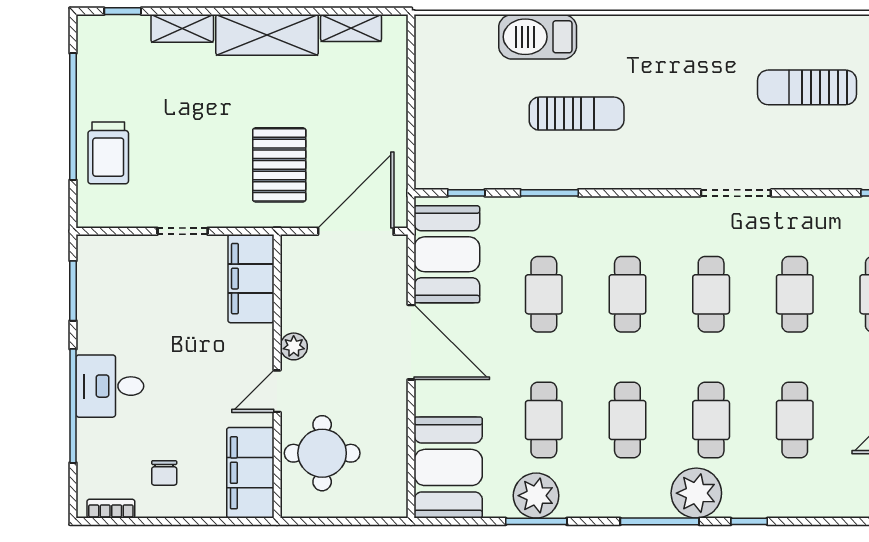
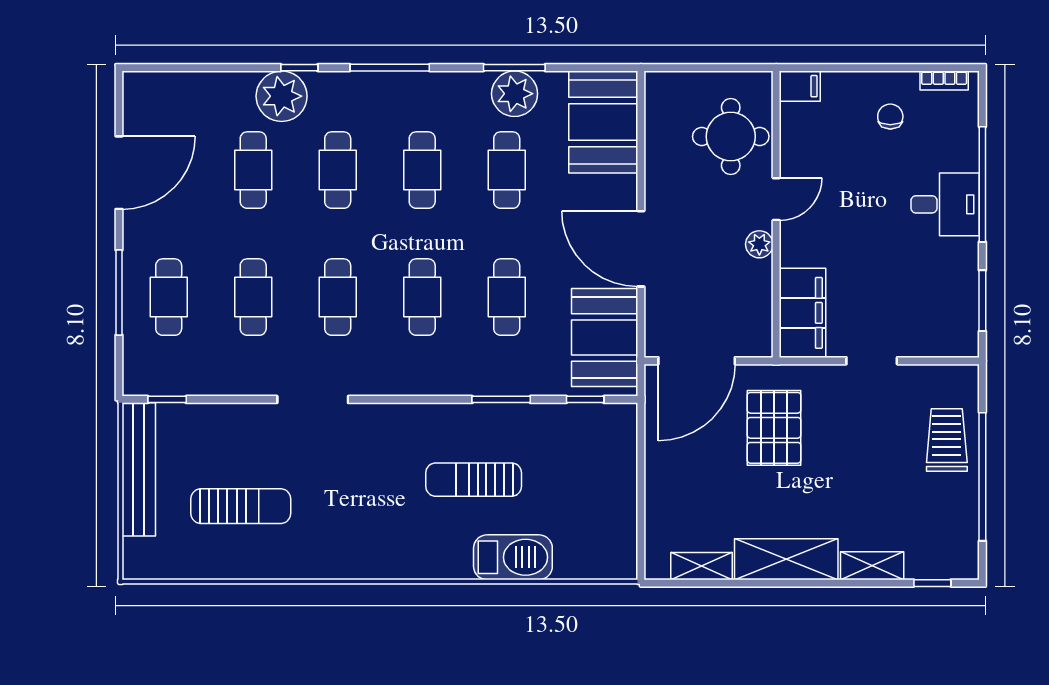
filing cabinet: (250, 473) -> (800, 86), width x0.33, depth x0.86
plant: (696, 493) -> (282, 96), moved

